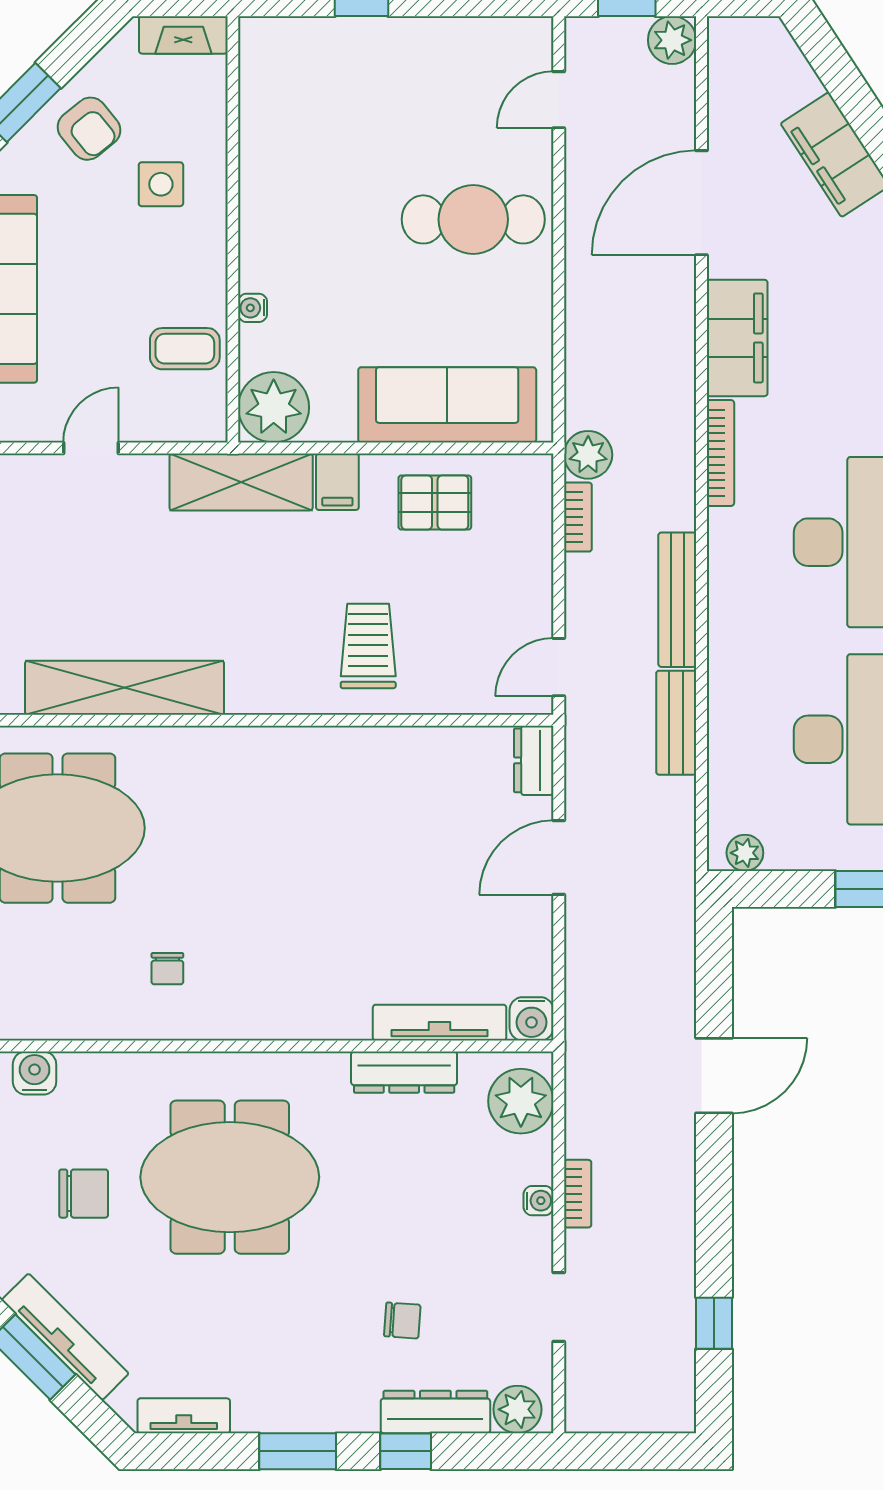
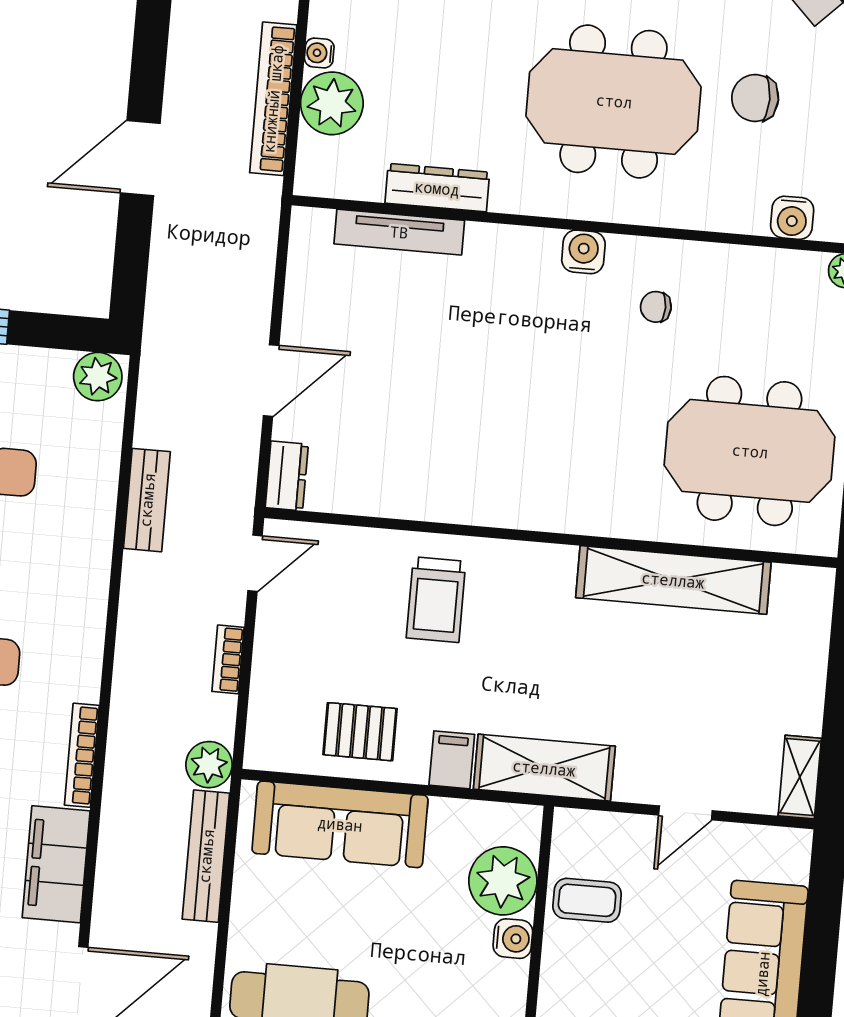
water cooler: (253, 308) -> (513, 939), width x1.38, depth x1.38
plant: (274, 407) -> (503, 881), moved
bookcase: (578, 517) -> (228, 659), moved
bench: (677, 600) -> (206, 856), moved
plant: (745, 853) -> (98, 377), width x1.38, depth x1.38
chair: (167, 969) -> (656, 307), turned -90
water cooler: (532, 1019) -> (583, 252), moved
plant: (521, 1101) -> (332, 103), moved
bookcase: (578, 1194) -> (273, 99), width x2.31, depth x1.31

